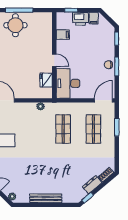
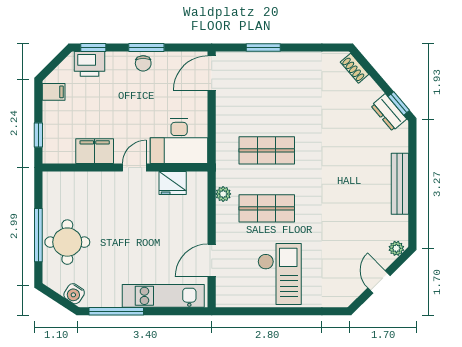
printer: (81, 19) -> (89, 64), moved, turned 90
filing cabinet: (63, 35) -> (95, 151), width x2.00
door: (103, 100) -> (212, 73), hinge flipped
shop shelf: (93, 129) -> (267, 208), moved
dresser: (92, 185) -> (389, 112), moved

